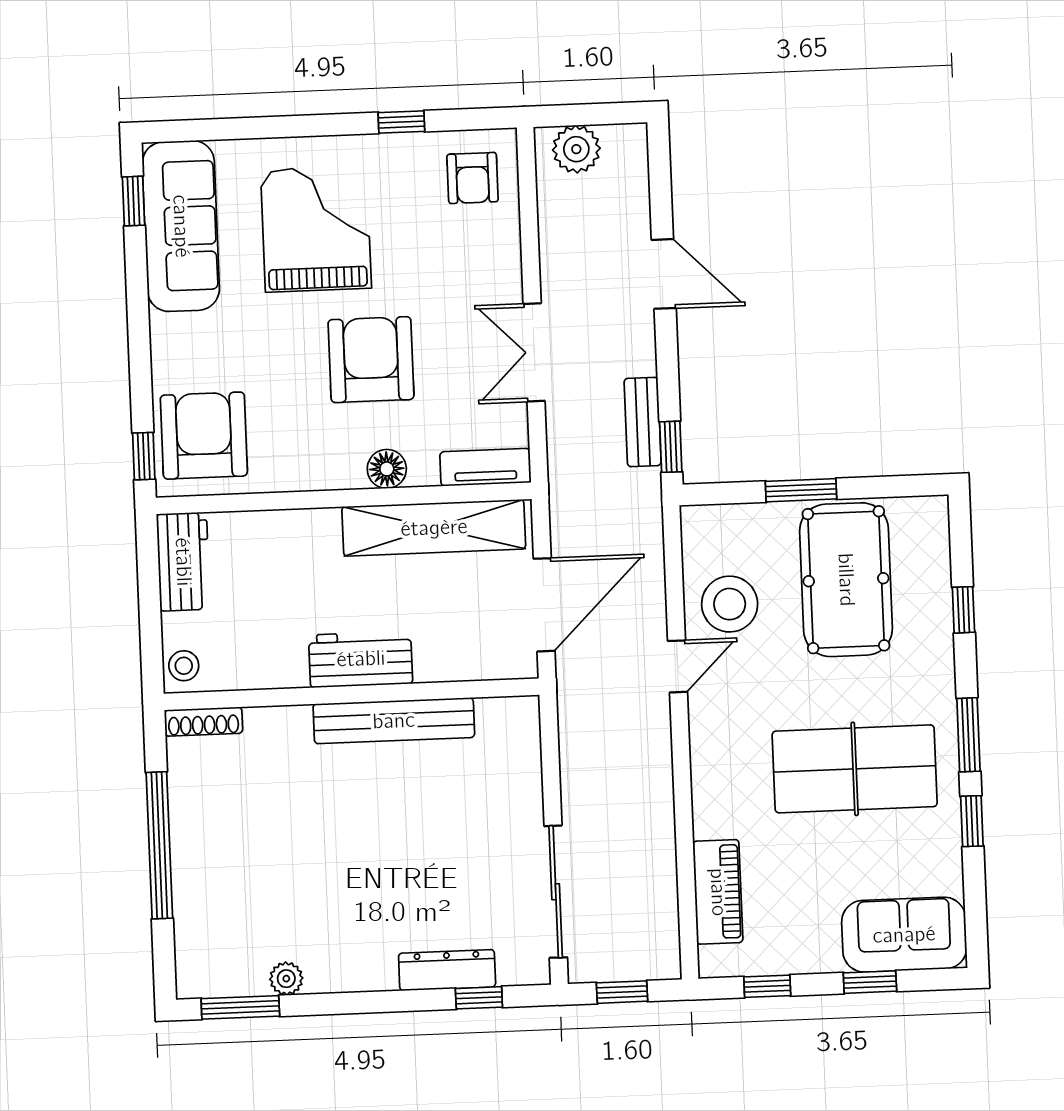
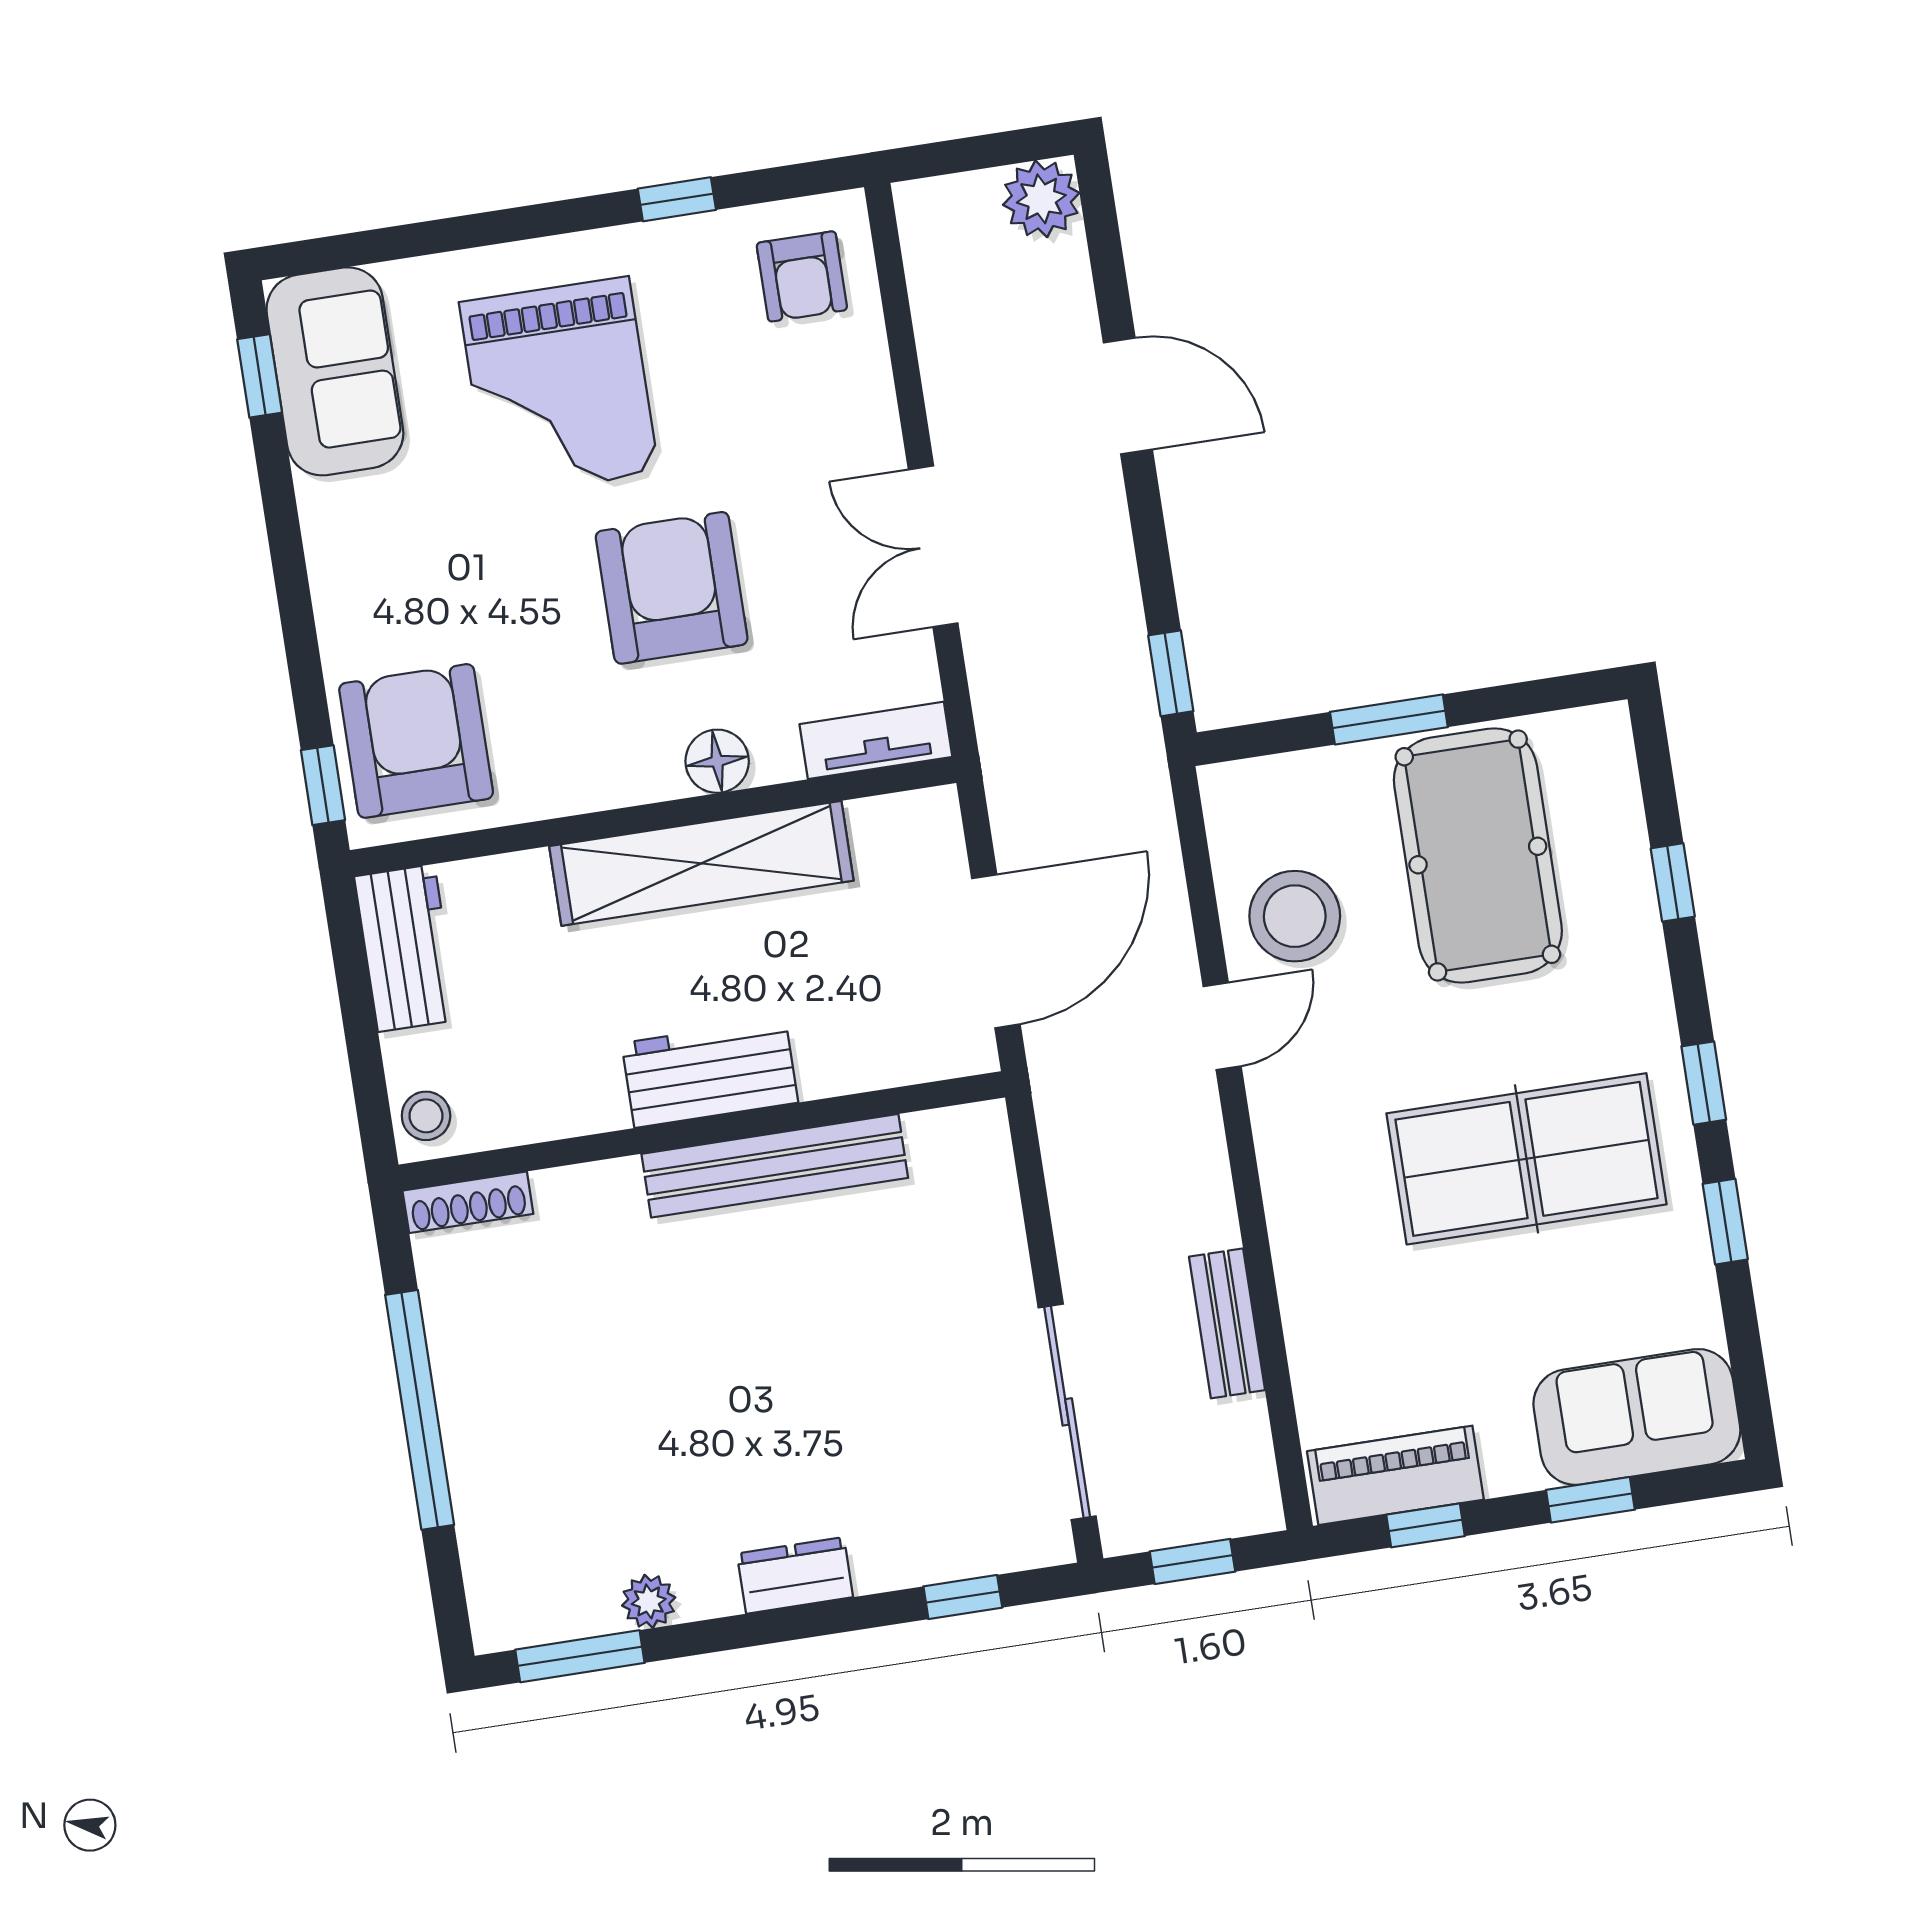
plant: (576, 149) -> (1041, 199), moved
sofa: (181, 226) -> (335, 371), width x0.73
grand piano: (316, 229) -> (559, 387), turned 180
bench: (643, 422) -> (1227, 1323), moved
shelving: (434, 528) -> (701, 863), moved
window: (968, 735) -> (1704, 1083), width x0.67
piano: (718, 892) -> (1395, 1475), moved, turned -90
dresser: (447, 970) -> (795, 1575), moved, width x0.70

